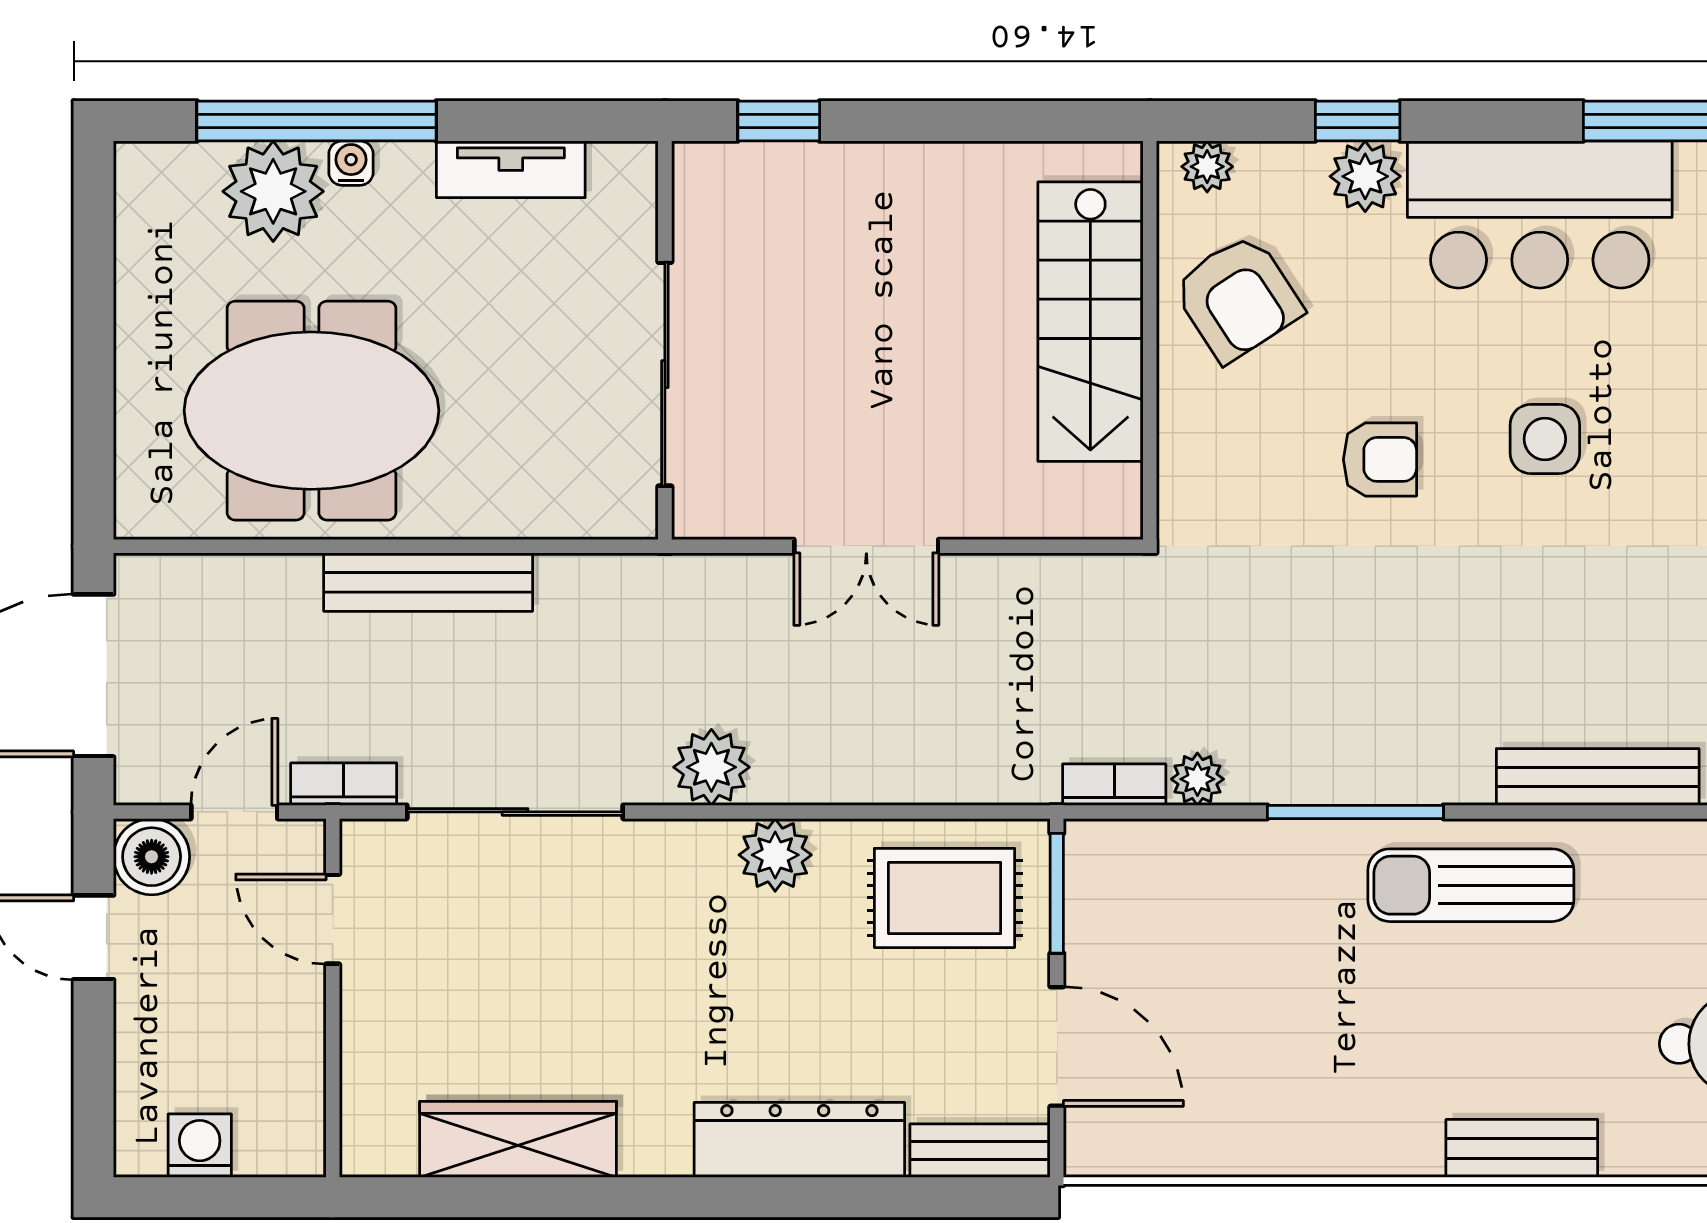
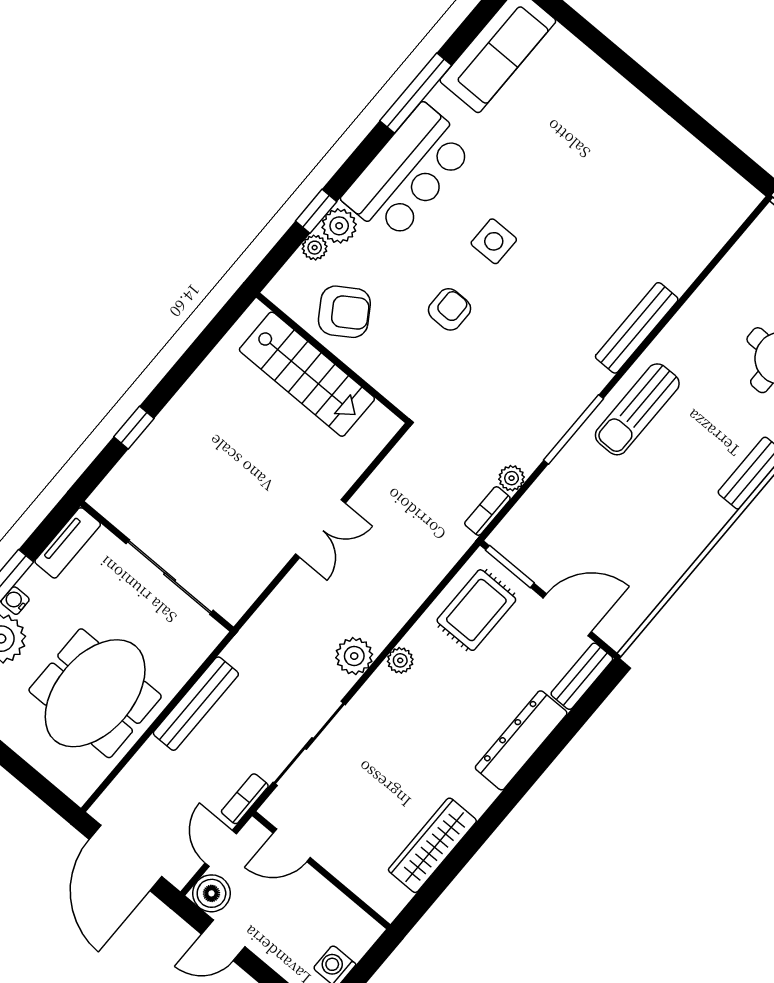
plant: (1207, 167) -> (315, 248), moved
wall: (665, 340) -> (157, 566), moved
sliding door: (665, 374) -> (170, 577), moved
plant: (775, 855) -> (400, 660), width x0.73, depth x0.73

